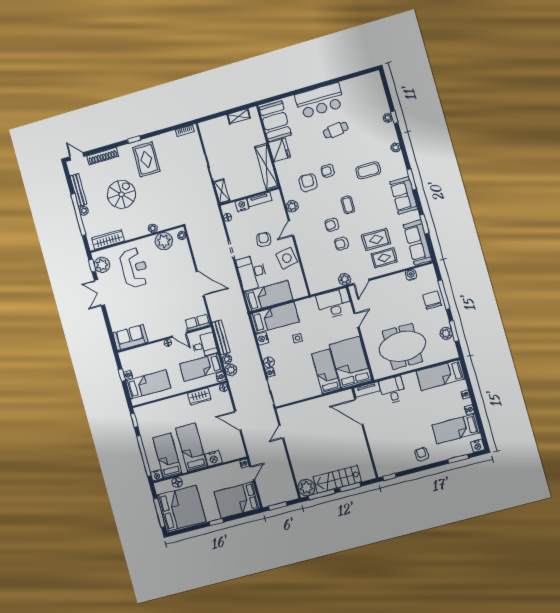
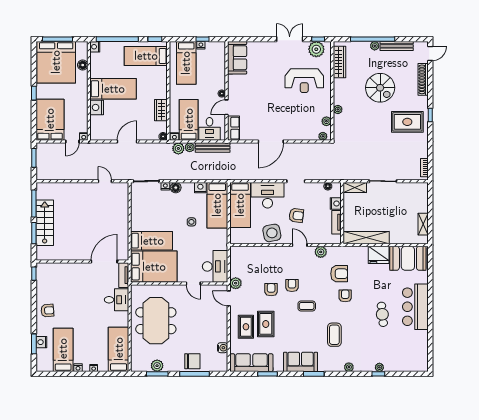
plant: (164, 241) -> (326, 121), width x0.53, depth x0.53
nightstand: (478, 446) -> (41, 342), moved
bed: (167, 456) -> (146, 56), moved, turned 180
door: (252, 473) -> (72, 142), hinge flipped
plant: (306, 488) -> (44, 191), removed

